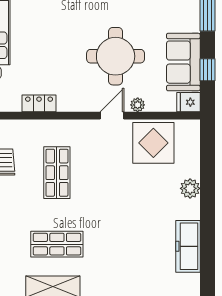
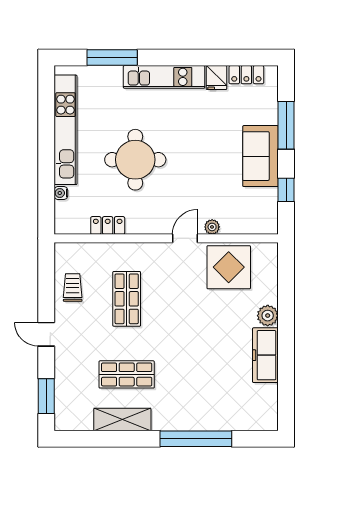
round table: (116, 56) -> (135, 160), moved
sofa: (183, 62) -> (261, 156), moved
fridge: (188, 102) -> (266, 224), removed
freezer: (188, 246) -> (265, 355), moved

